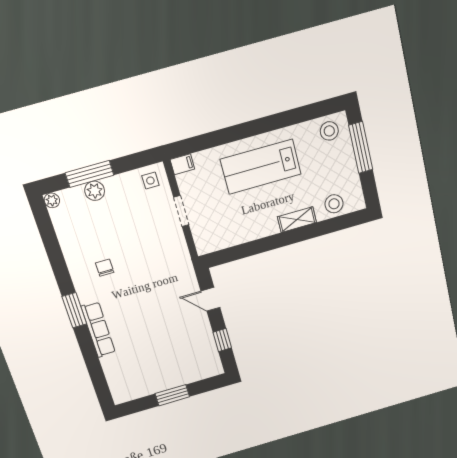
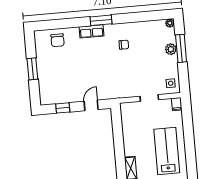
row of seats: (98, 330) -> (91, 31), width x0.68
chair: (121, 368) -> (58, 40), added

